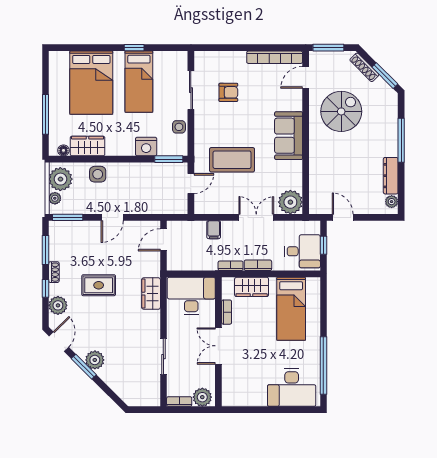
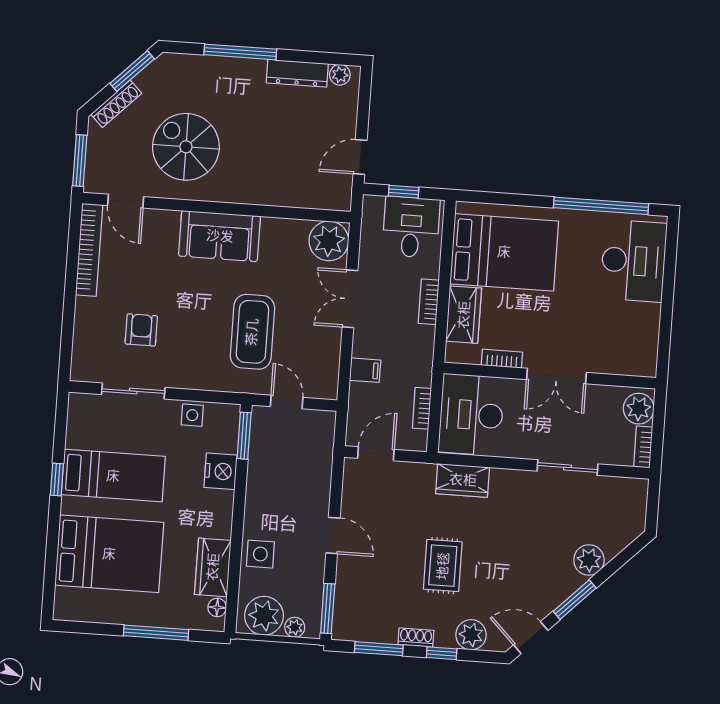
door: (163, 240) -> (376, 454), swing flipped
bookcase: (231, 266) -> (422, 408), moved
bed: (291, 309) -> (504, 252), width x1.50
plant: (95, 360) -> (589, 560), moved

